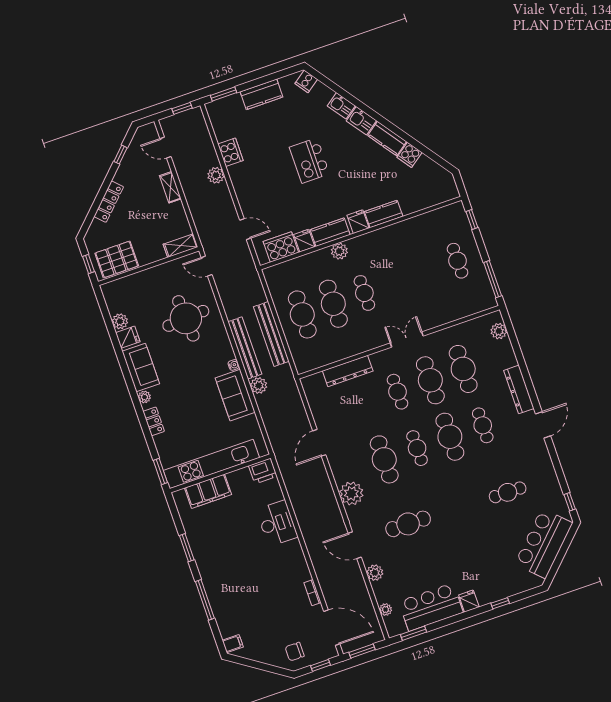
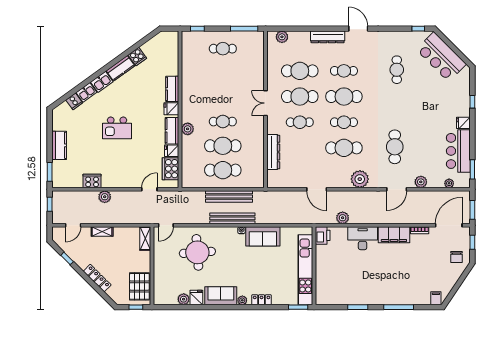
cooker: (306, 81) -> (74, 101), moved
plant: (259, 386) -> (343, 218), moved
filing cabinet: (208, 491) -> (394, 235), moved, turned 90

